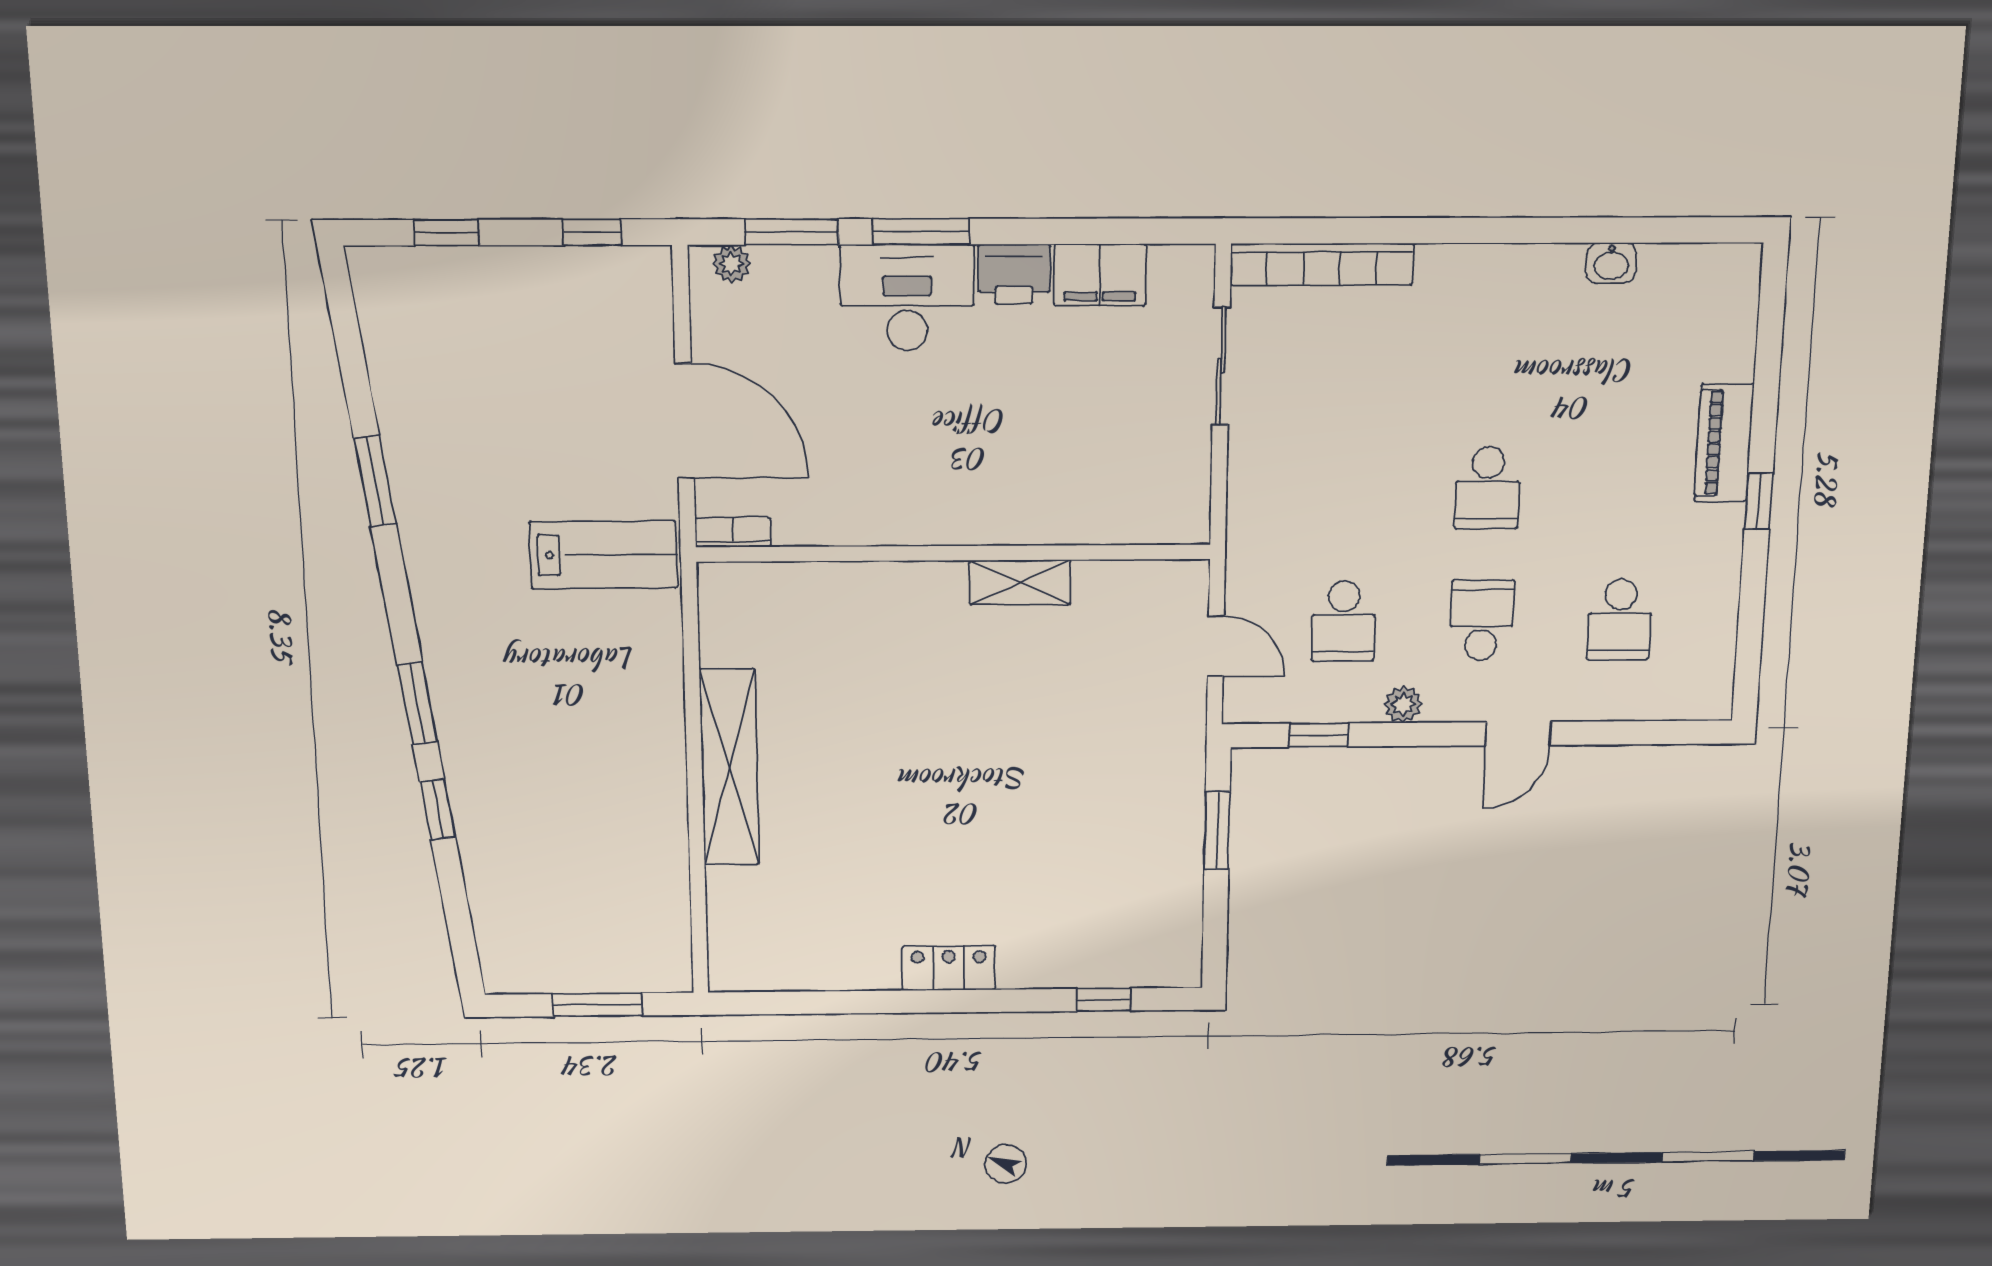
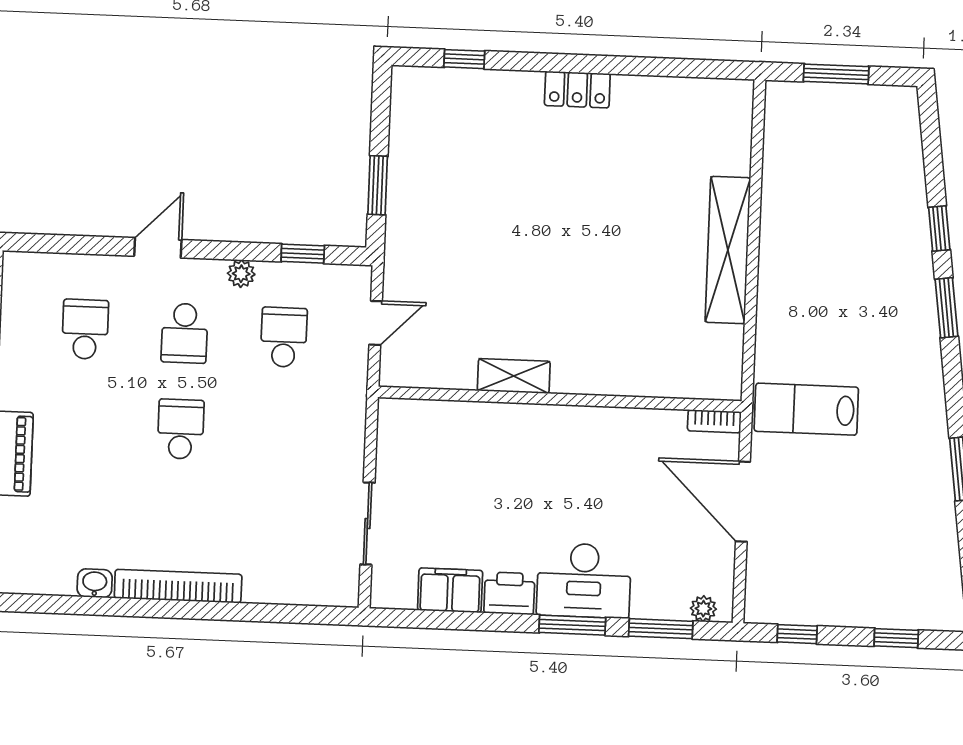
bookcase: (1322, 264) -> (178, 586), moved
door: (1216, 646) -> (376, 323), swing flipped

